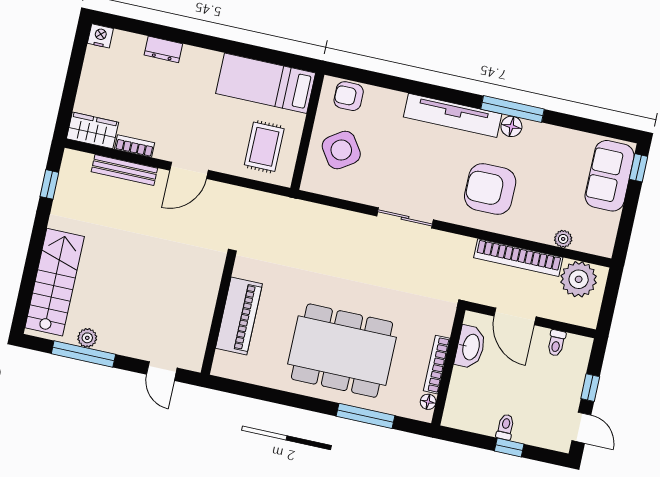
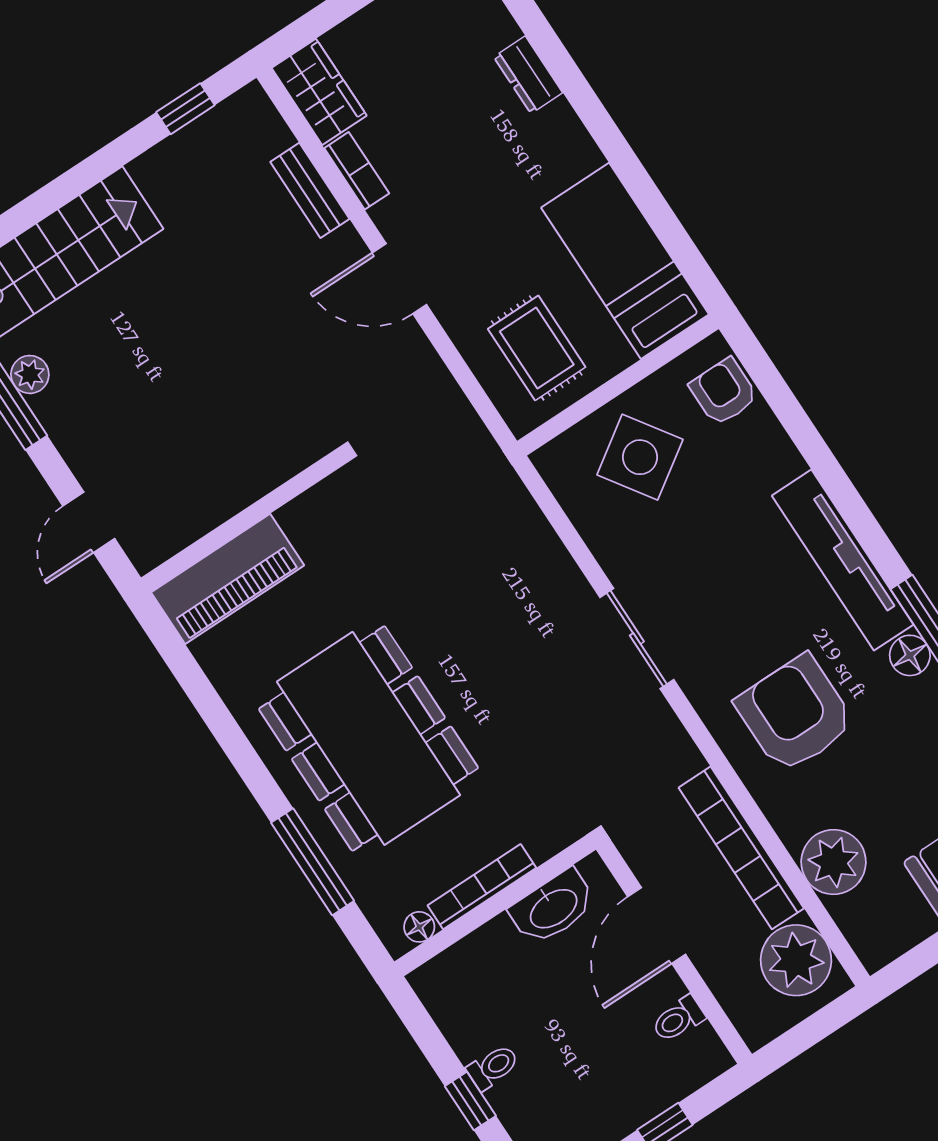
rug: (264, 147) -> (537, 348), turned 90
bench: (124, 170) -> (310, 190), width x0.73
plant: (563, 239) -> (834, 862), width x1.87, depth x1.87
piano: (239, 316) -> (228, 579), moved

